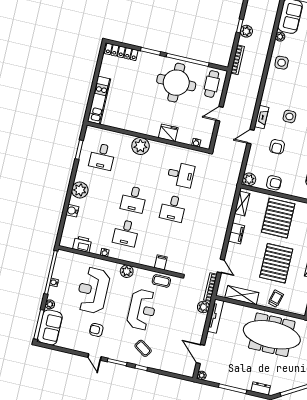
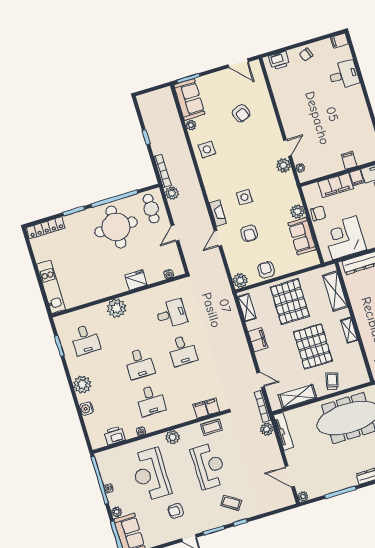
plant: (246, 31) -> (172, 193), moved
armchair: (274, 183) -> (266, 270), turned -90
filing cabinet: (171, 265) -> (212, 406), added

